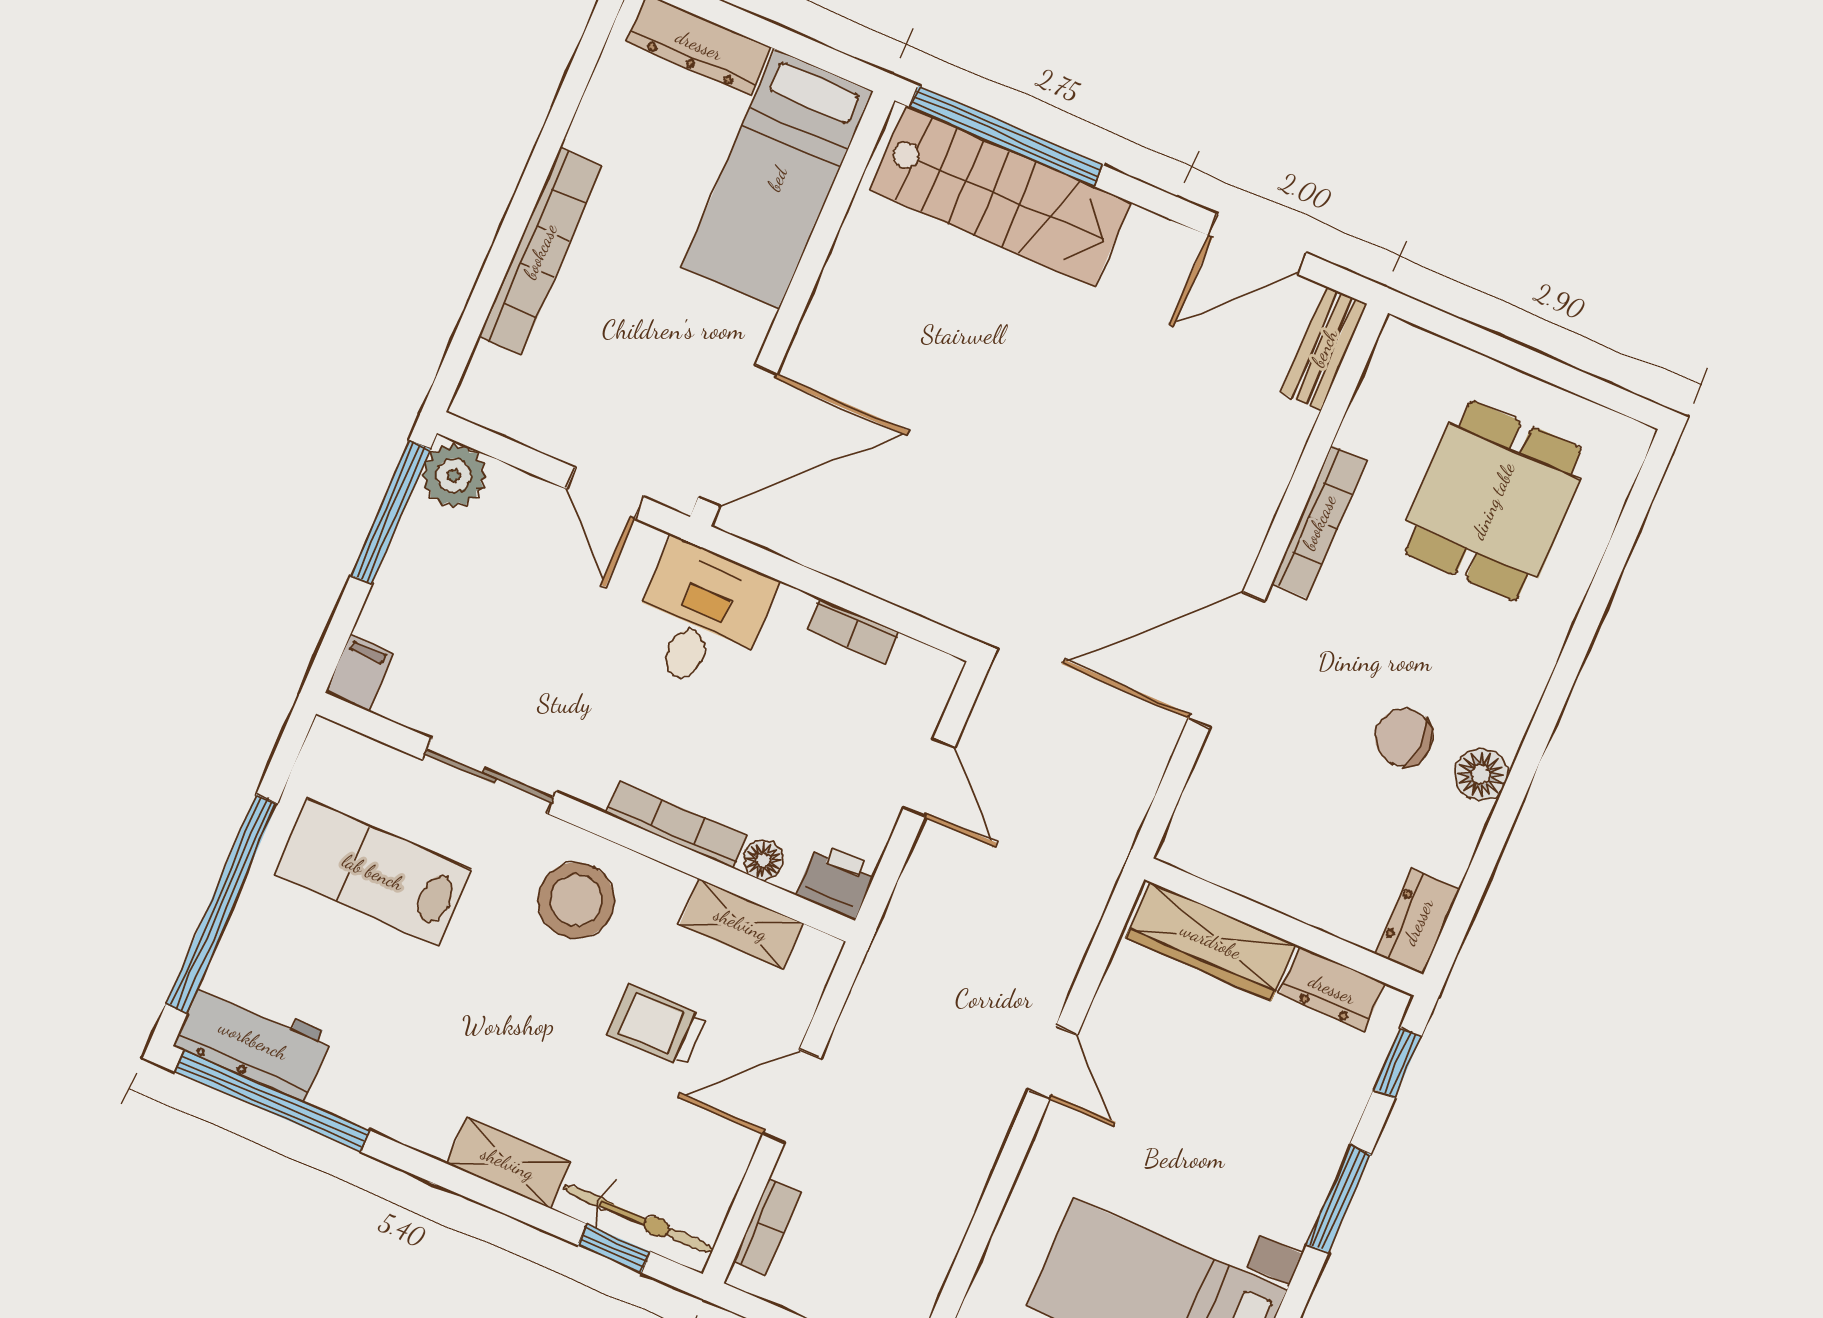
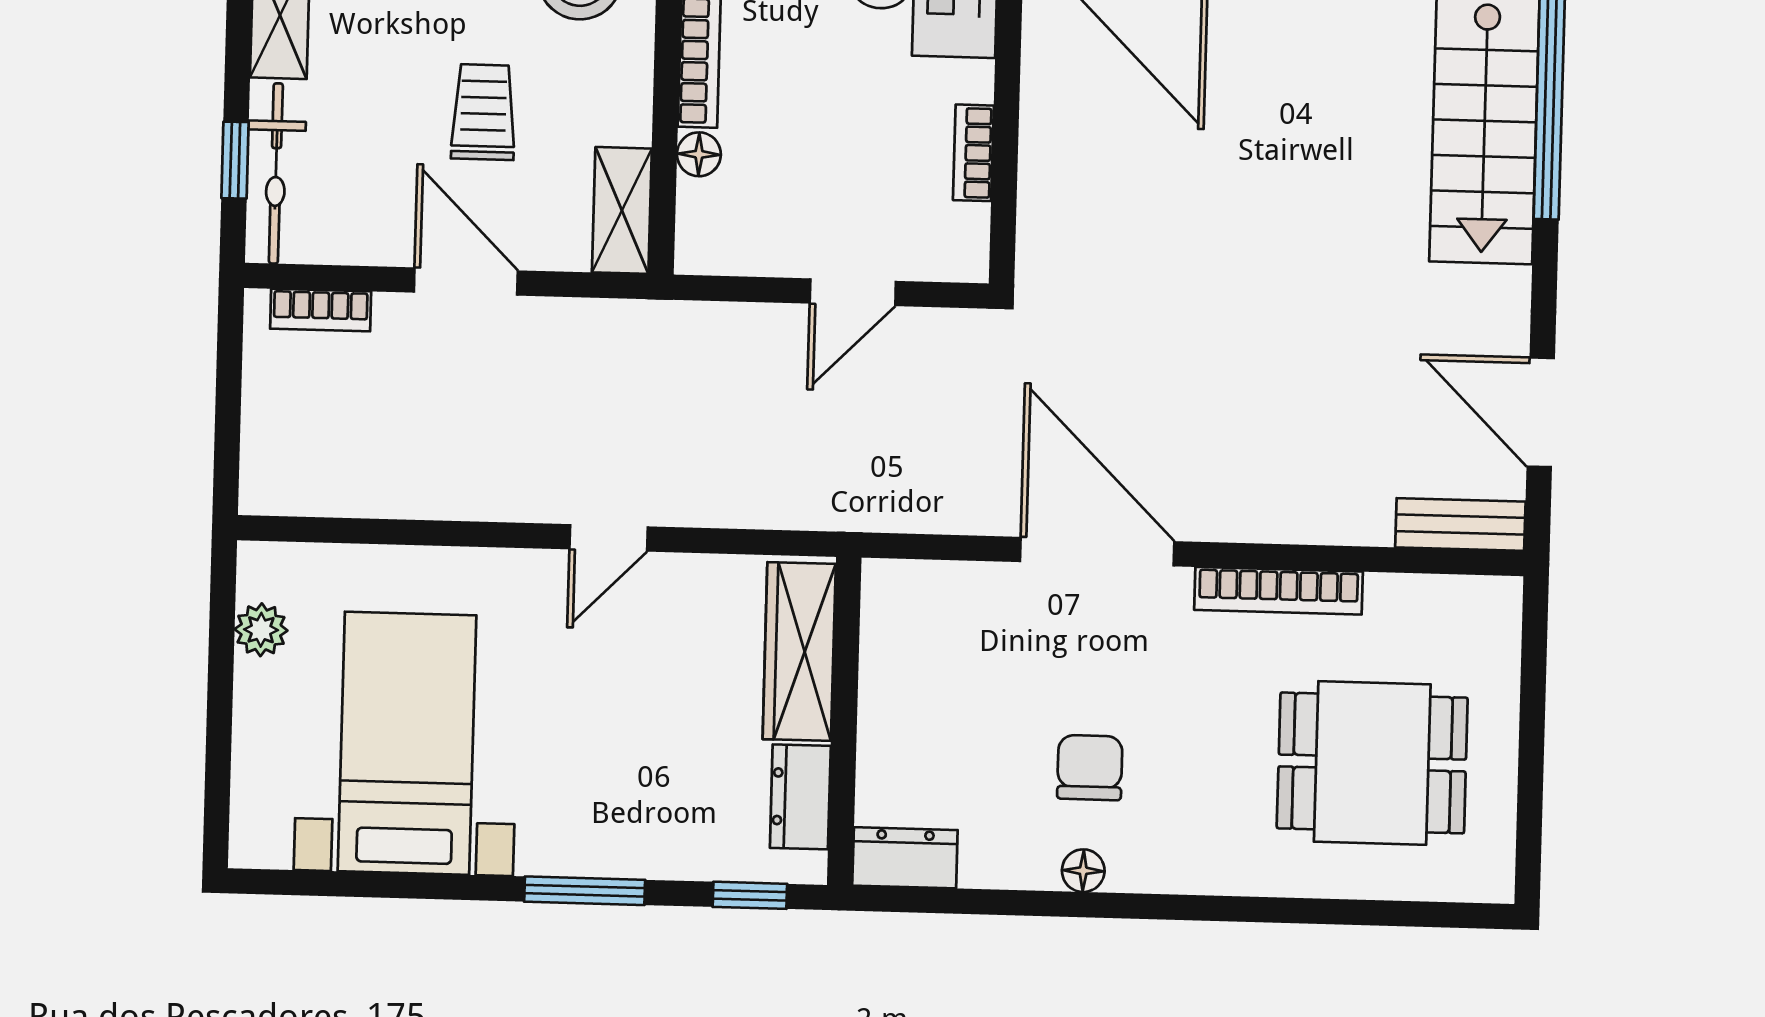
floor lamp: (1481, 774) -> (1083, 871), width x0.73, depth x0.73
printer: (837, 881) -> (708, 239), removed
shelving: (741, 924) -> (622, 210), moved

